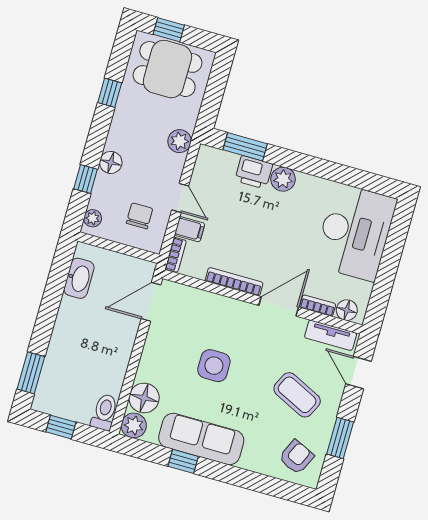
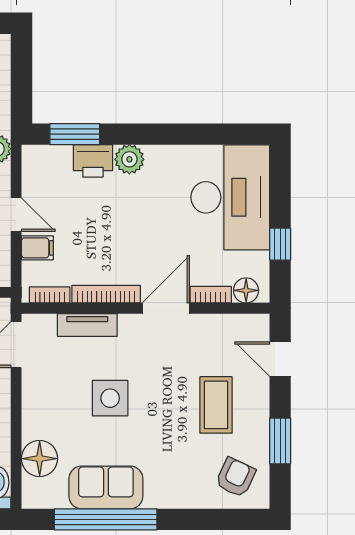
bookcase: (176, 255) -> (50, 295), moved, turned -90
window: (384, 281) -> (280, 244), added
tv unit: (331, 335) -> (87, 325), moved
coffee table: (297, 395) -> (216, 405), turned 64
plant: (134, 425) -> (37, 494), removed
sofa: (201, 439) -> (106, 487), width x0.73
window: (183, 461) -> (106, 519), width x3.17

